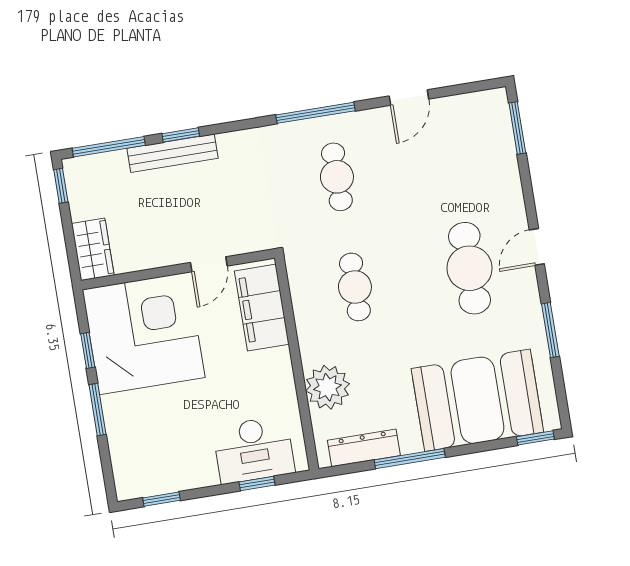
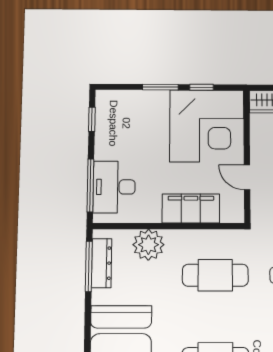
cafe table: (355, 287) -> (215, 275), width x1.37, depth x1.35
filing cabinet: (262, 308) -> (191, 208), moved
window: (410, 459) -> (89, 266), moved
window: (257, 484) -> (90, 185), width x2.17

